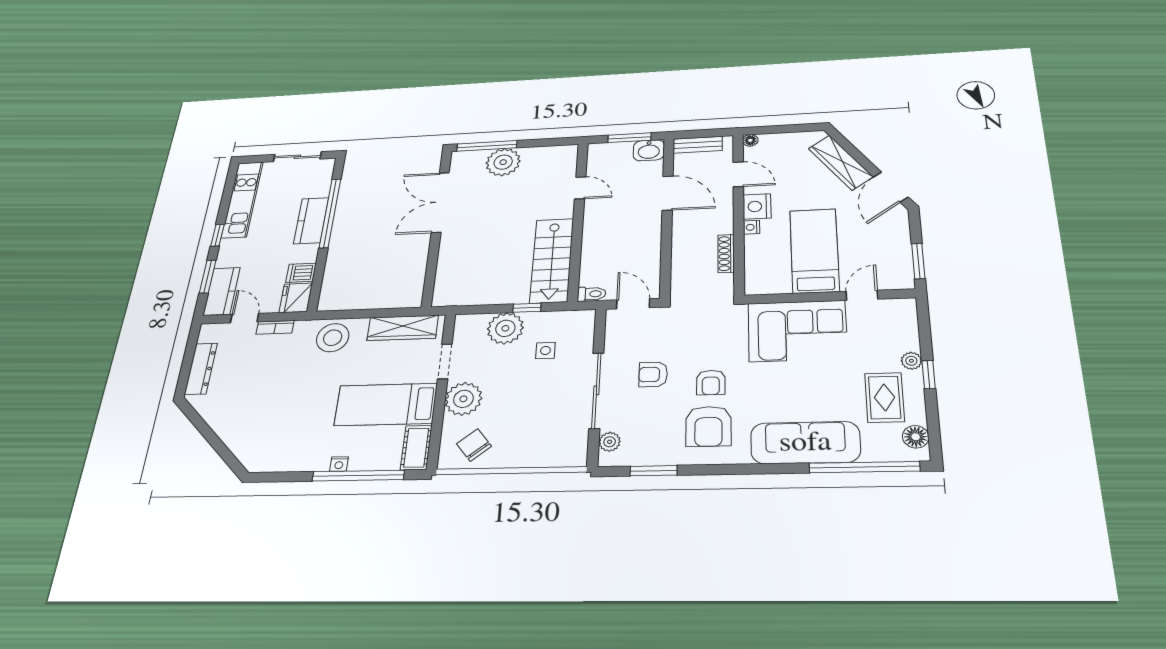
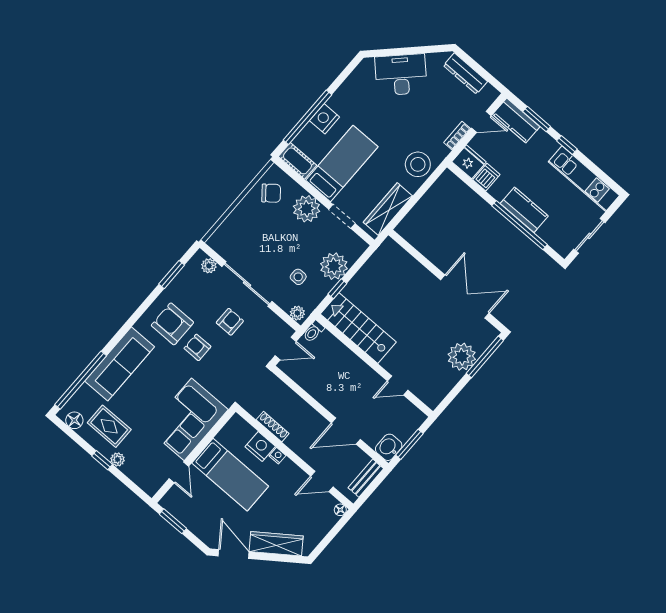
nightstand: (757, 206) -> (260, 447), moved
plant: (585, 322) -> (297, 313), added
desk: (243, 424) -> (401, 75), added
nightstand: (339, 464) -> (324, 119), width x1.89, depth x1.79

